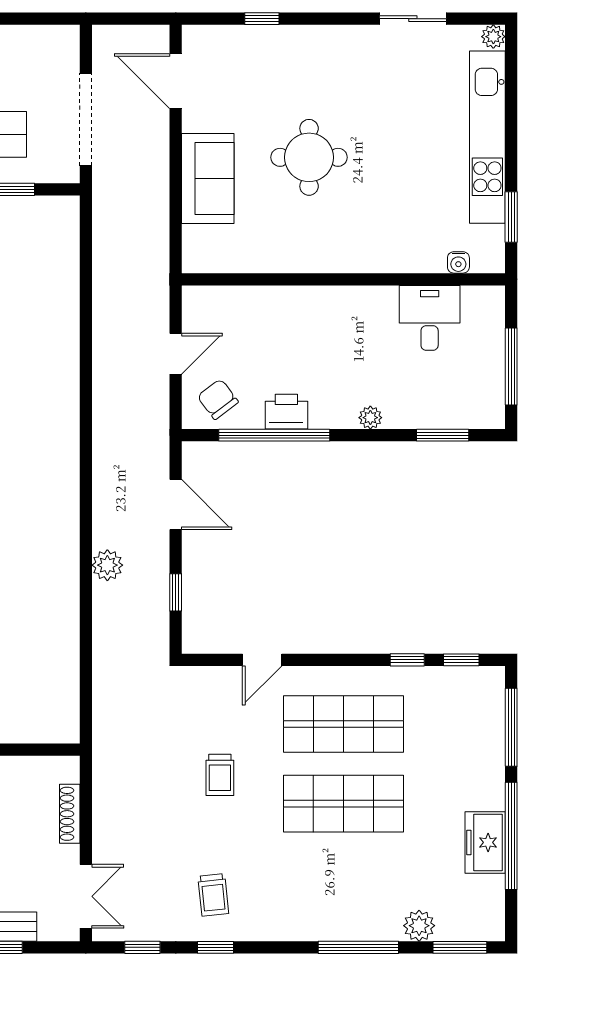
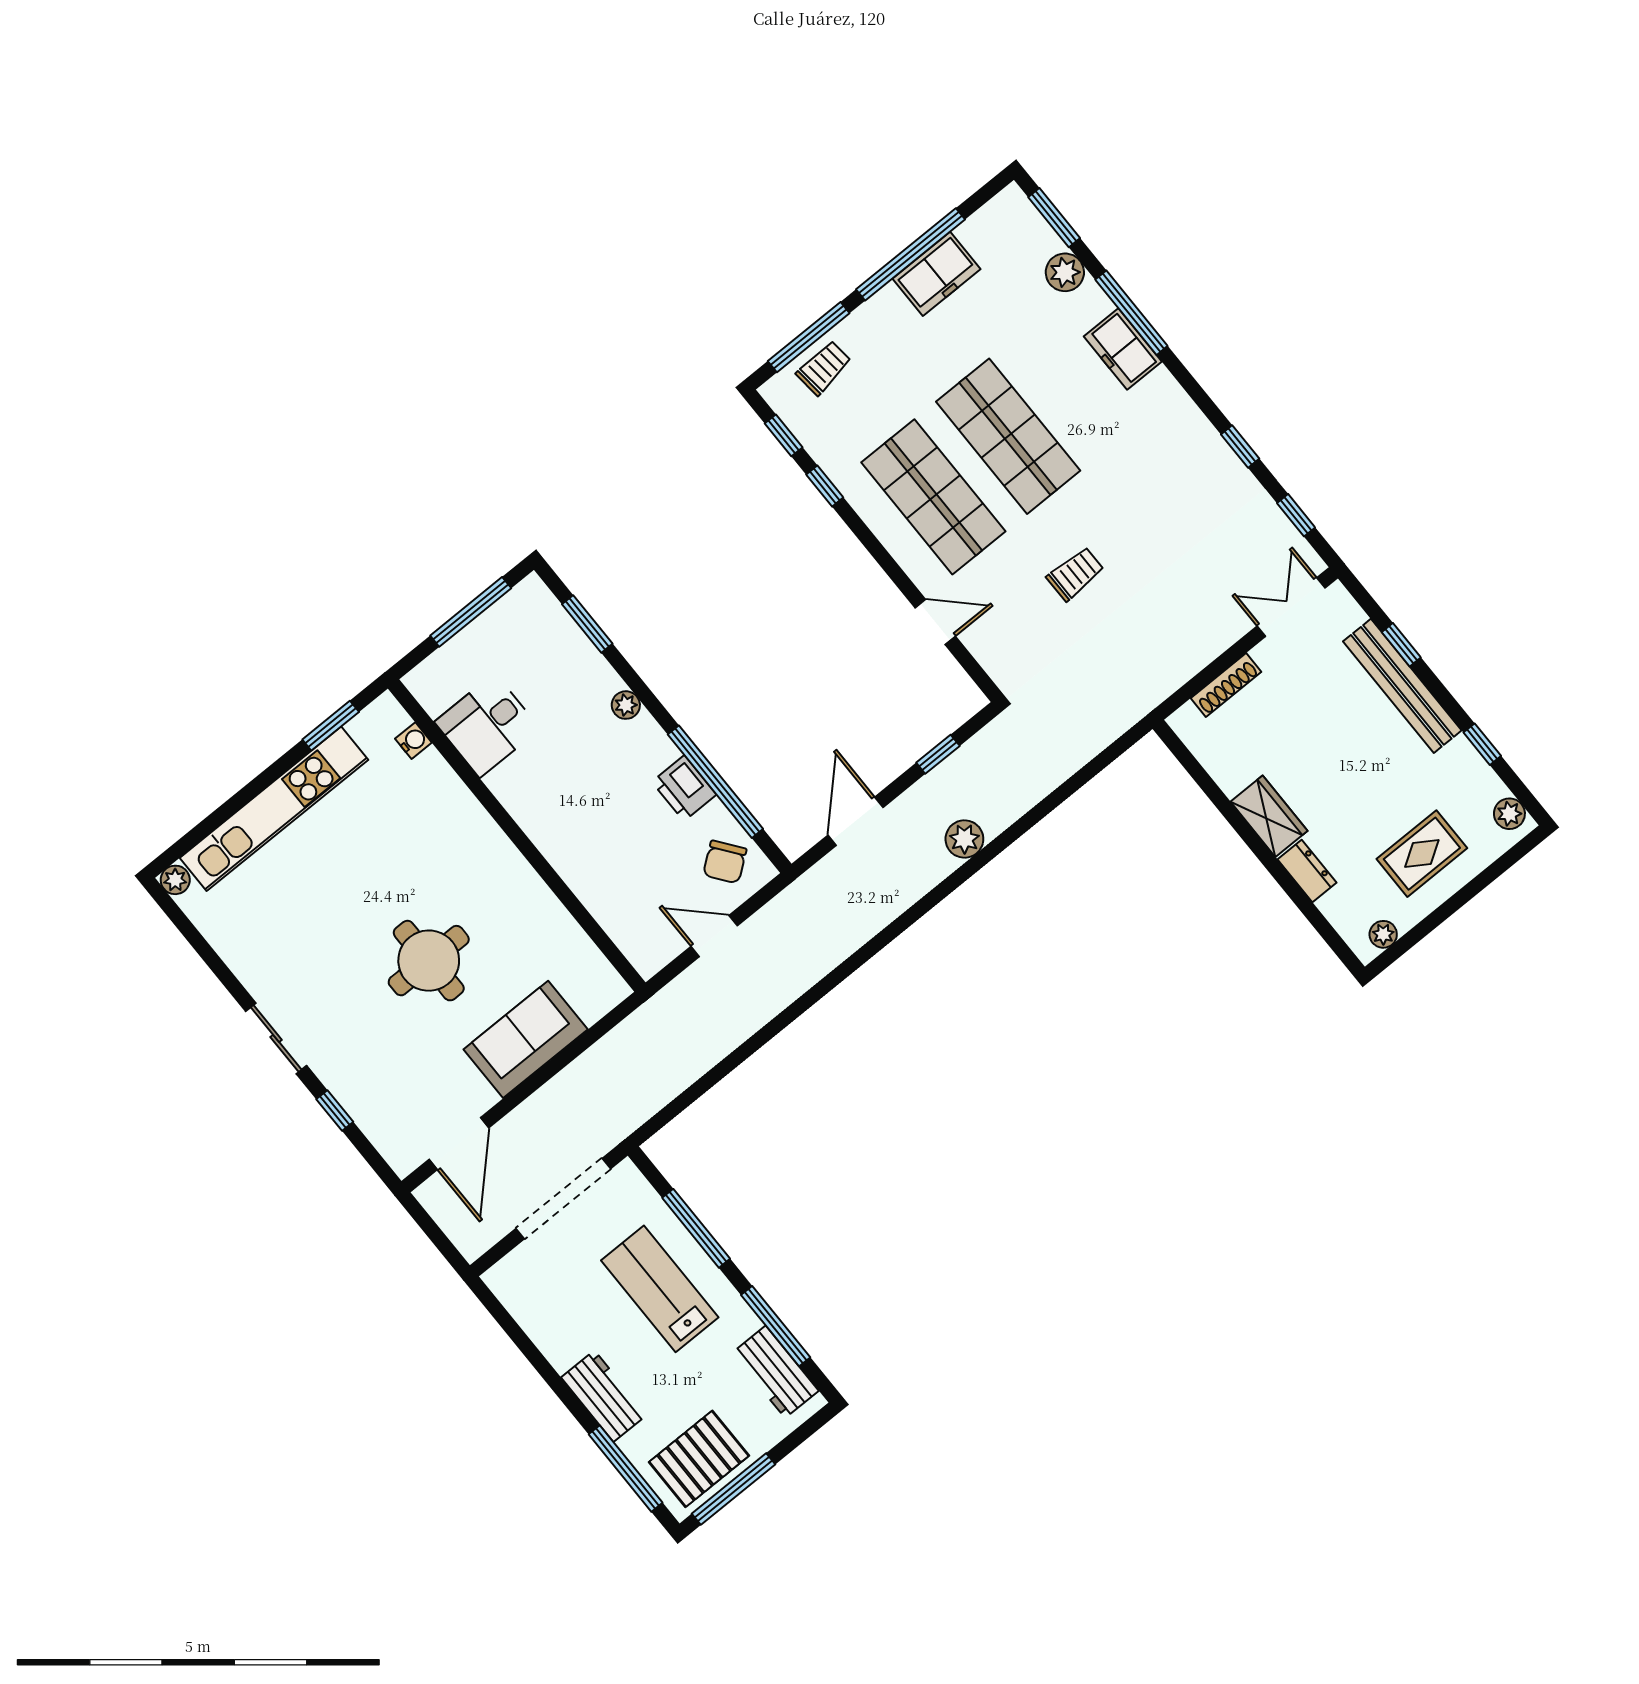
sliding door: (413, 19) -> (276, 1038), moved
trolley: (213, 895) -> (824, 368), moved
freezer: (340, 923) -> (1123, 349), added

